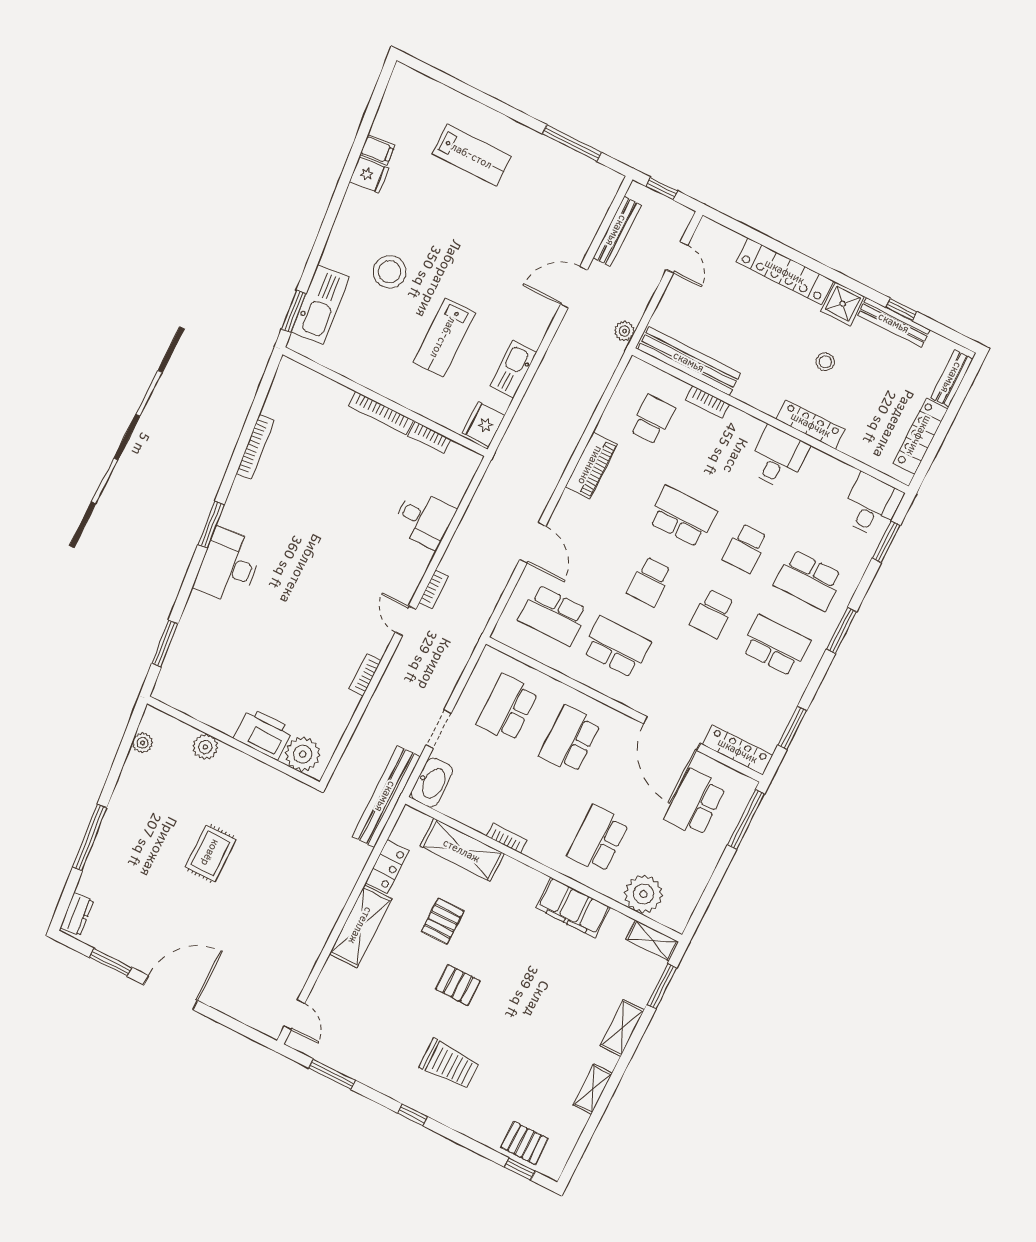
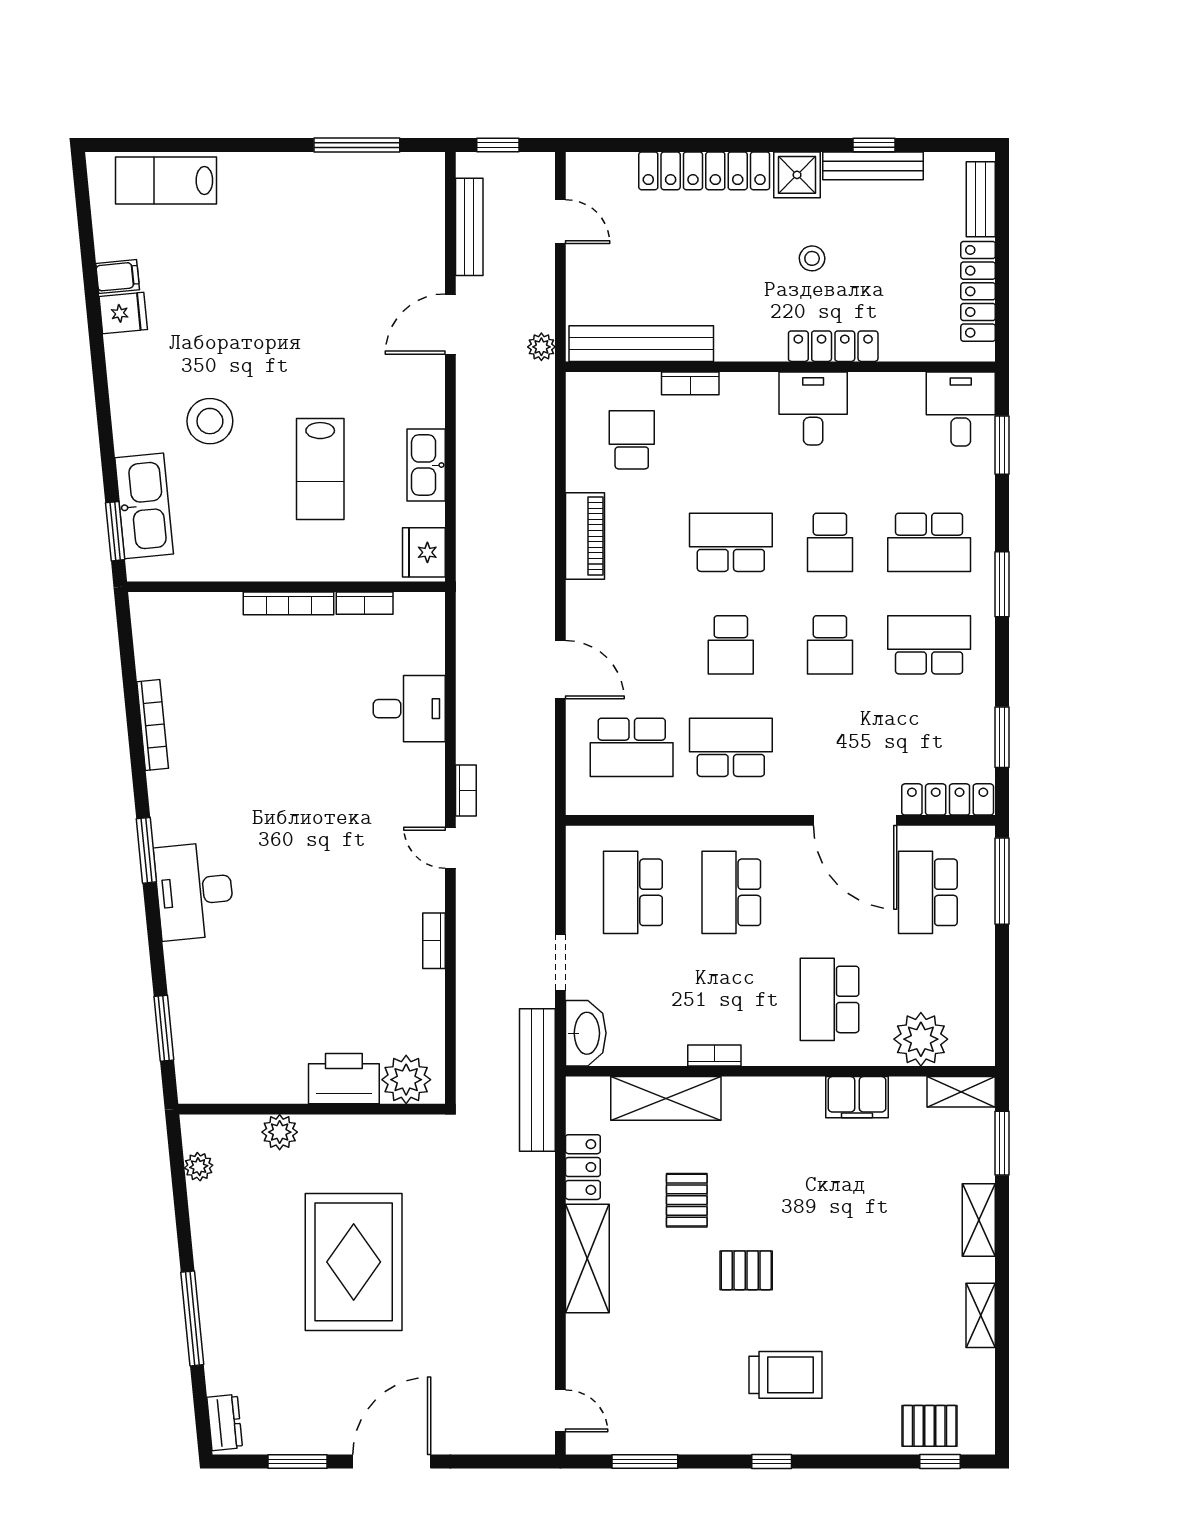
lab bench: (472, 155) -> (166, 180), moved, turned 180
rug: (211, 853) -> (354, 1262), width x1.86, depth x2.06
filing cabinet: (573, 908) -> (857, 1097), width x0.67, depth x0.86

